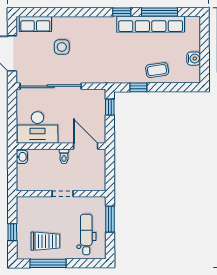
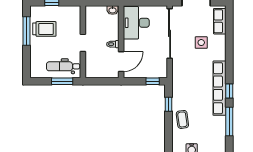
row of seats: (151, 24) -> (219, 88), moved
dental chair: (86, 234) -> (63, 66), moved, turned 180
trolley: (45, 241) -> (44, 29), turned -90

